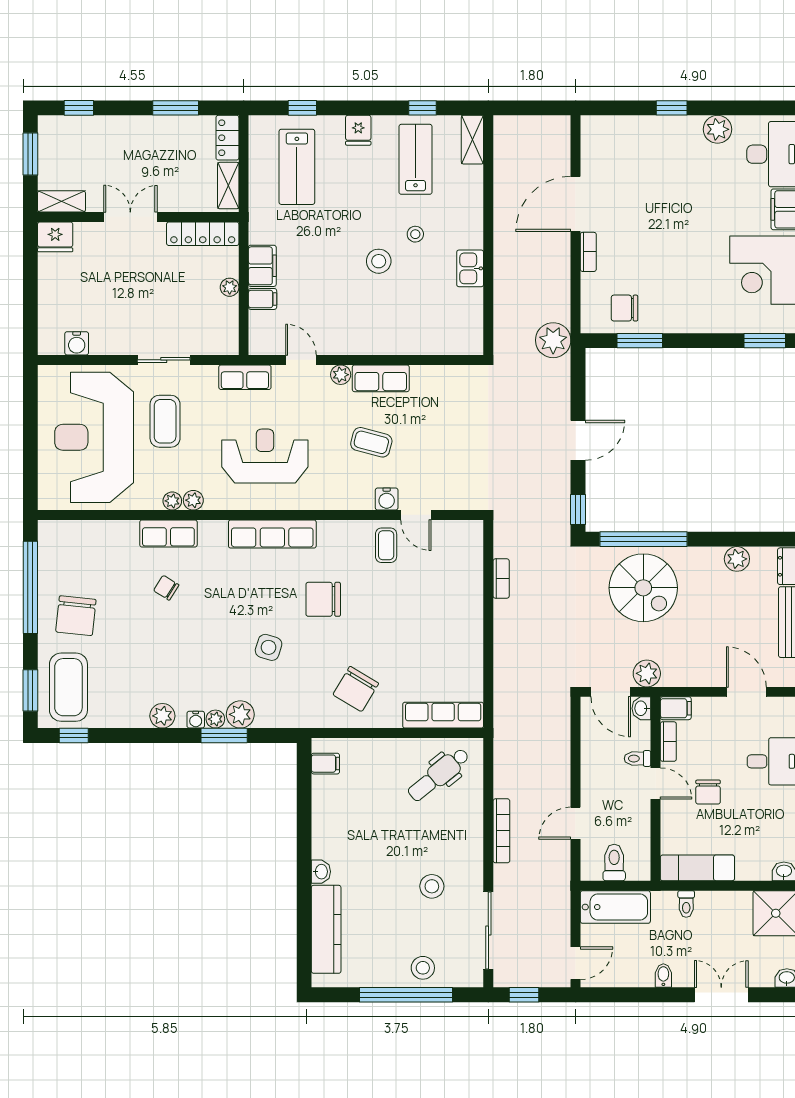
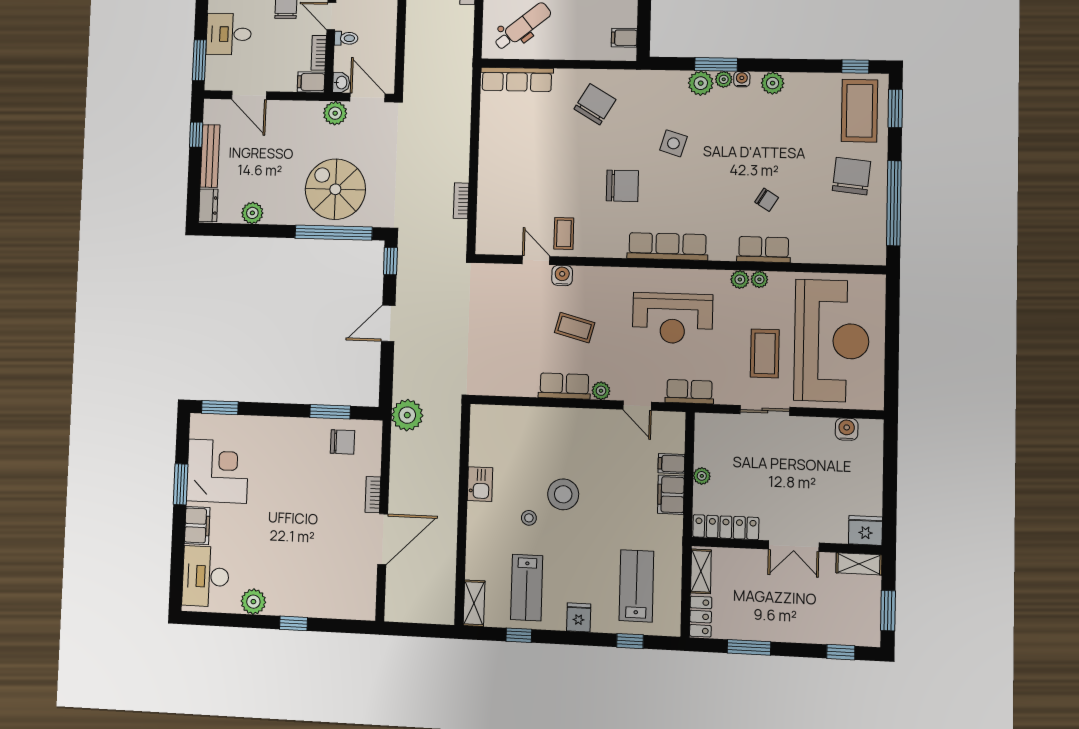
stool: (379, 261) -> (563, 494), width x1.38, depth x1.38

